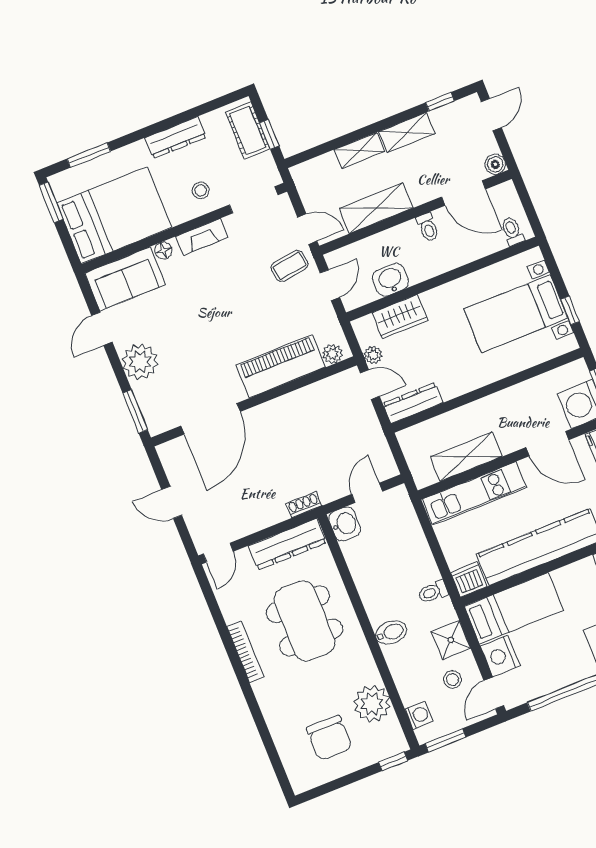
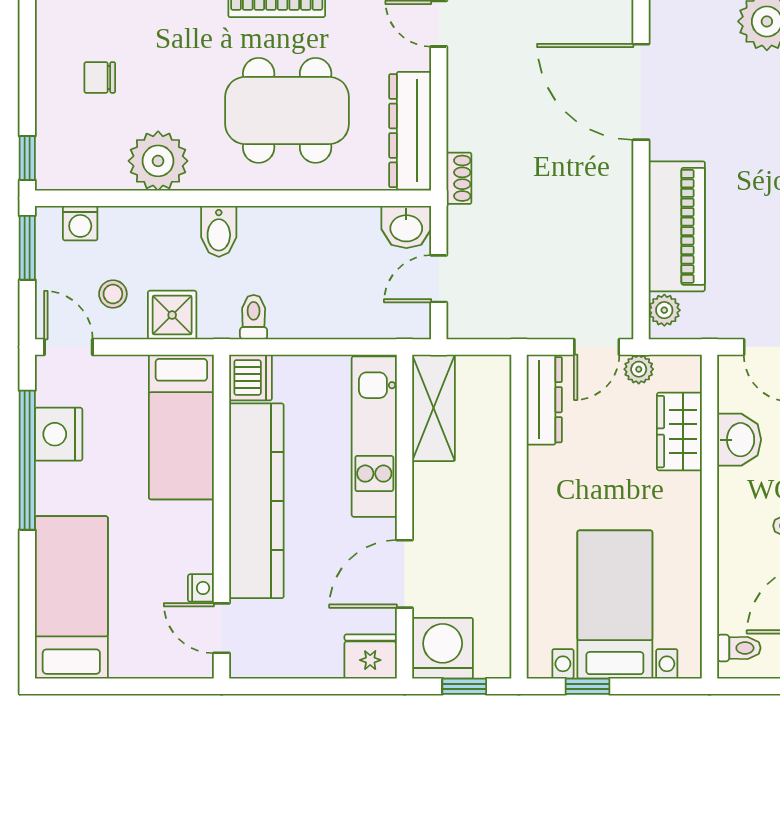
shelving: (466, 457) -> (433, 408), moved
door: (367, 493) -> (439, 279), swing flipped
nightstand: (500, 656) -> (59, 434), moved, turned -90
plant: (372, 704) -> (158, 161), moved
chair: (329, 738) -> (100, 77), width x0.54, depth x0.54

